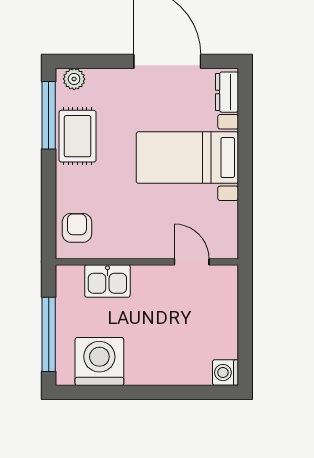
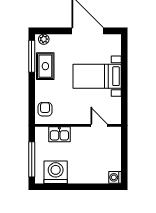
dresser: (227, 92) -> (116, 45), removed

